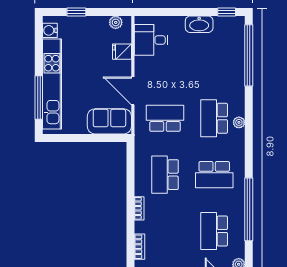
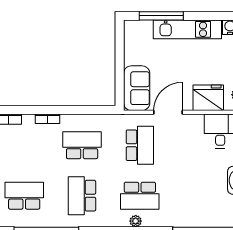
fridge: (122, 52) -> (208, 98), width x1.88, depth x1.34
kitchen unit: (52, 84) -> (187, 29), width x0.73
school desk: (214, 118) -> (140, 196), turned 180

